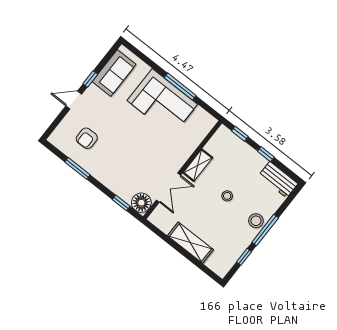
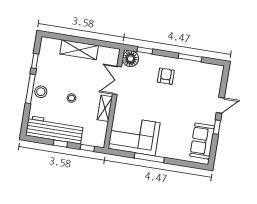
corner sofa: (162, 102) -> (134, 136), moved
armchair: (87, 138) -> (166, 76), moved
workbench: (278, 180) -> (54, 130), width x1.88, depth x1.32

